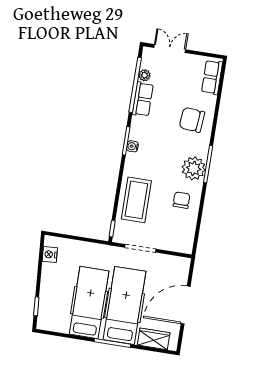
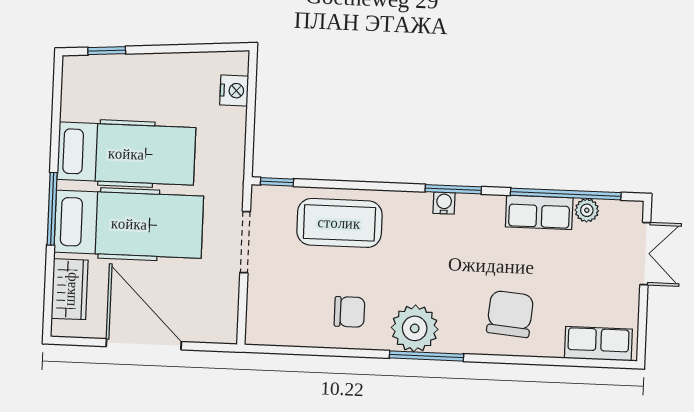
nightstand: (50, 254) -> (234, 91), moved, turned 94

